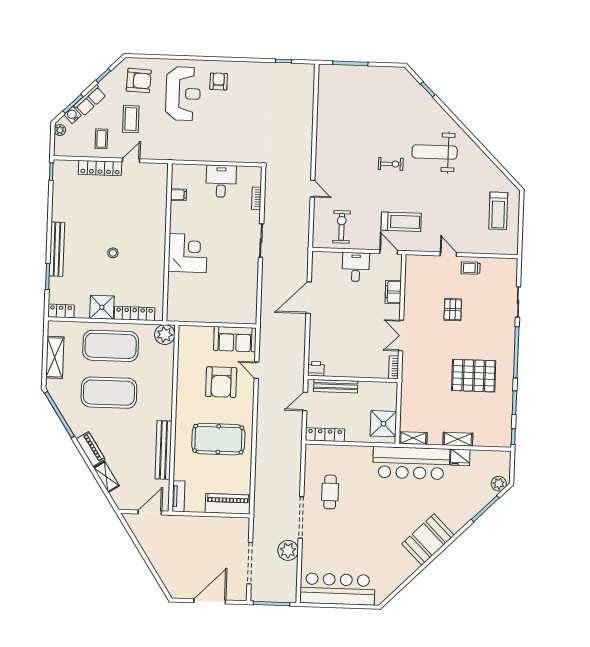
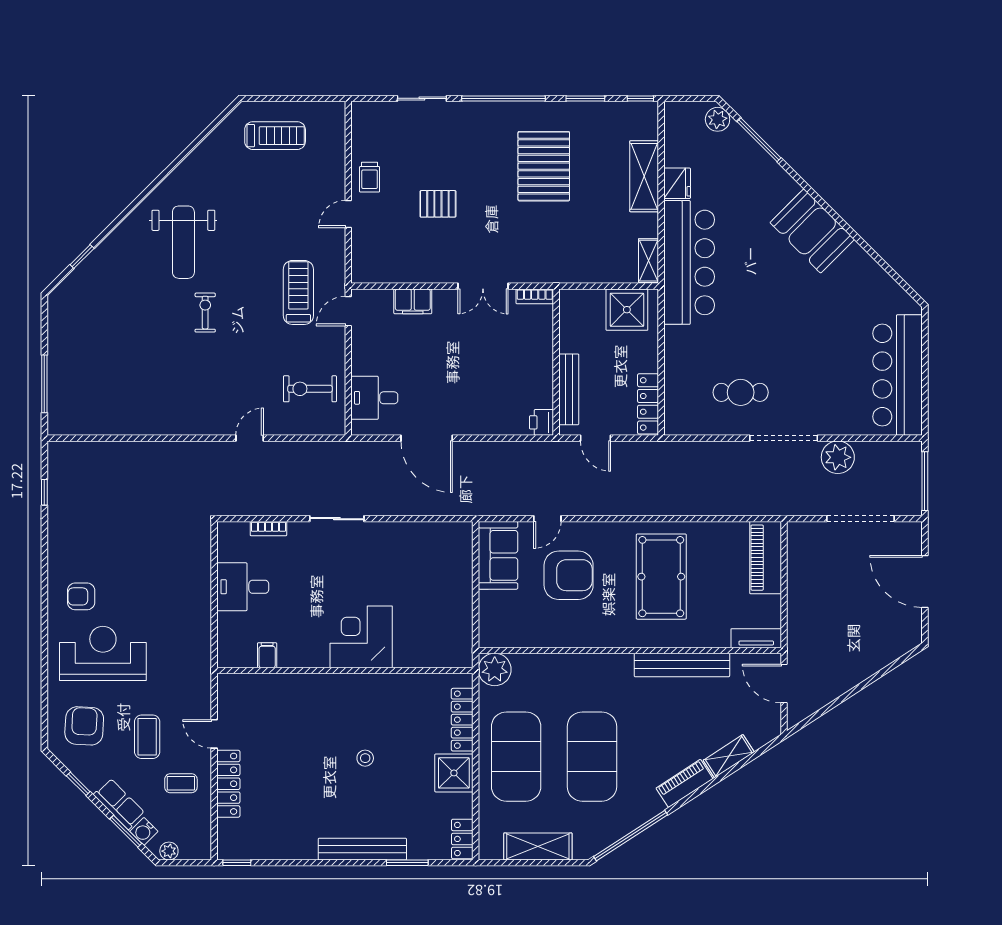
coffee table: (131, 119) -> (147, 737), turned 90
desk: (356, 267) -> (374, 398), moved
shelving: (458, 439) -> (644, 176), width x1.50, depth x1.33

